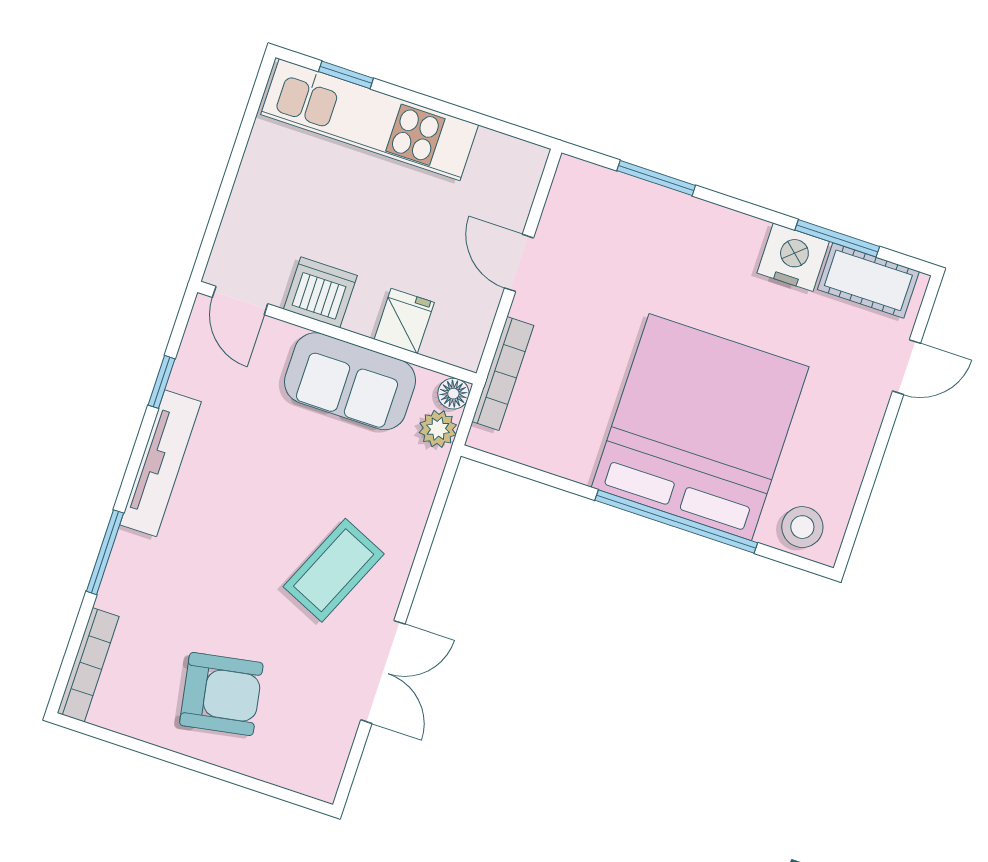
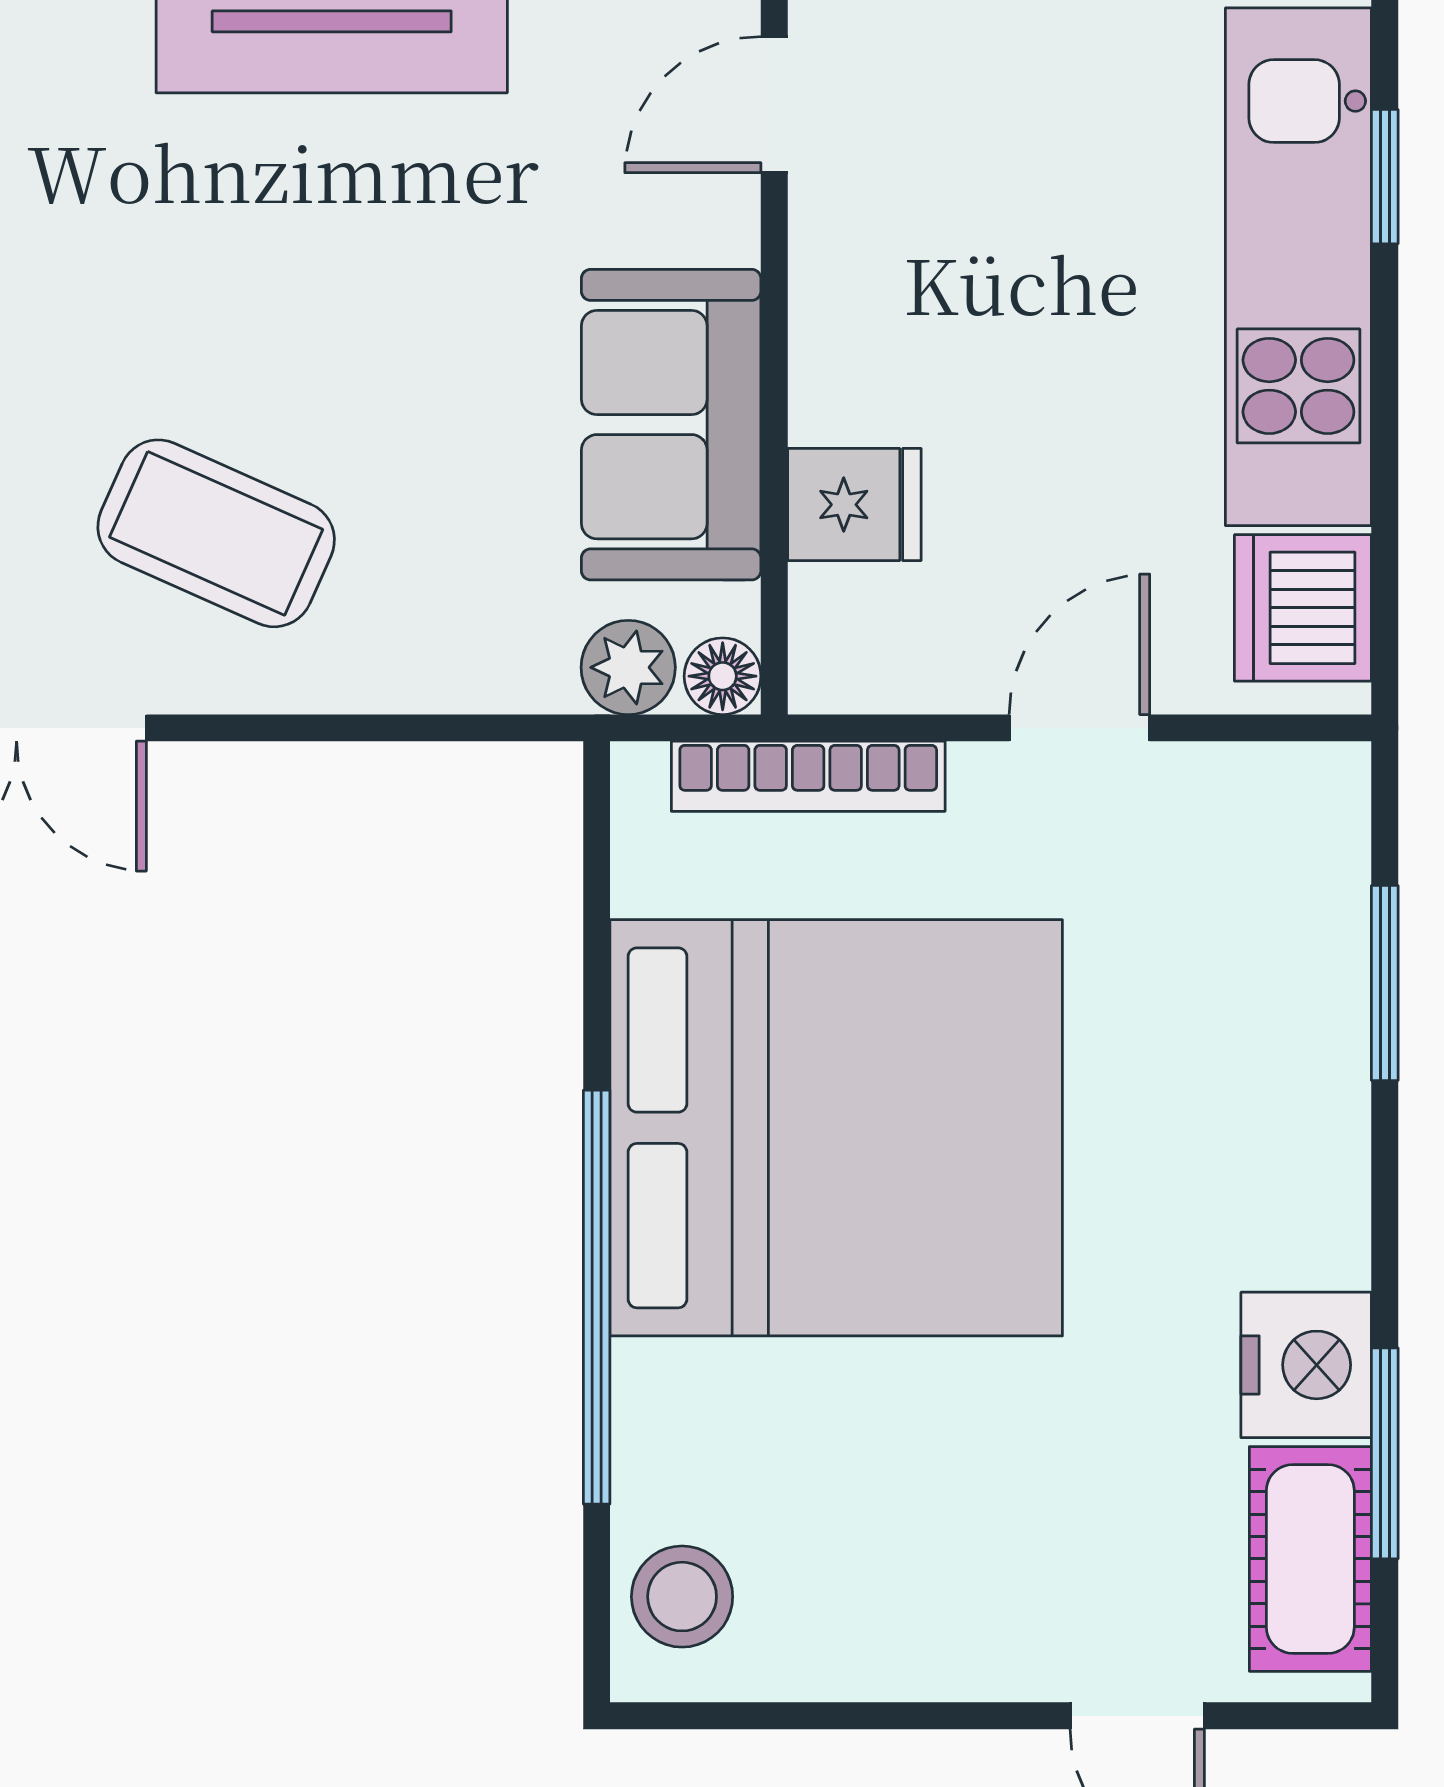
dishwasher: (320, 292) -> (1303, 608), moved, turned 180
bed: (700, 427) -> (836, 1128), moved

